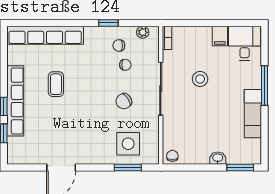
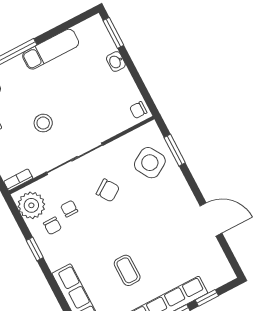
plant: (143, 32) -> (31, 205), width x1.88, depth x1.88
coffee table: (56, 84) -> (127, 270), turned 90
side table: (128, 144) -> (150, 163), turned -31

